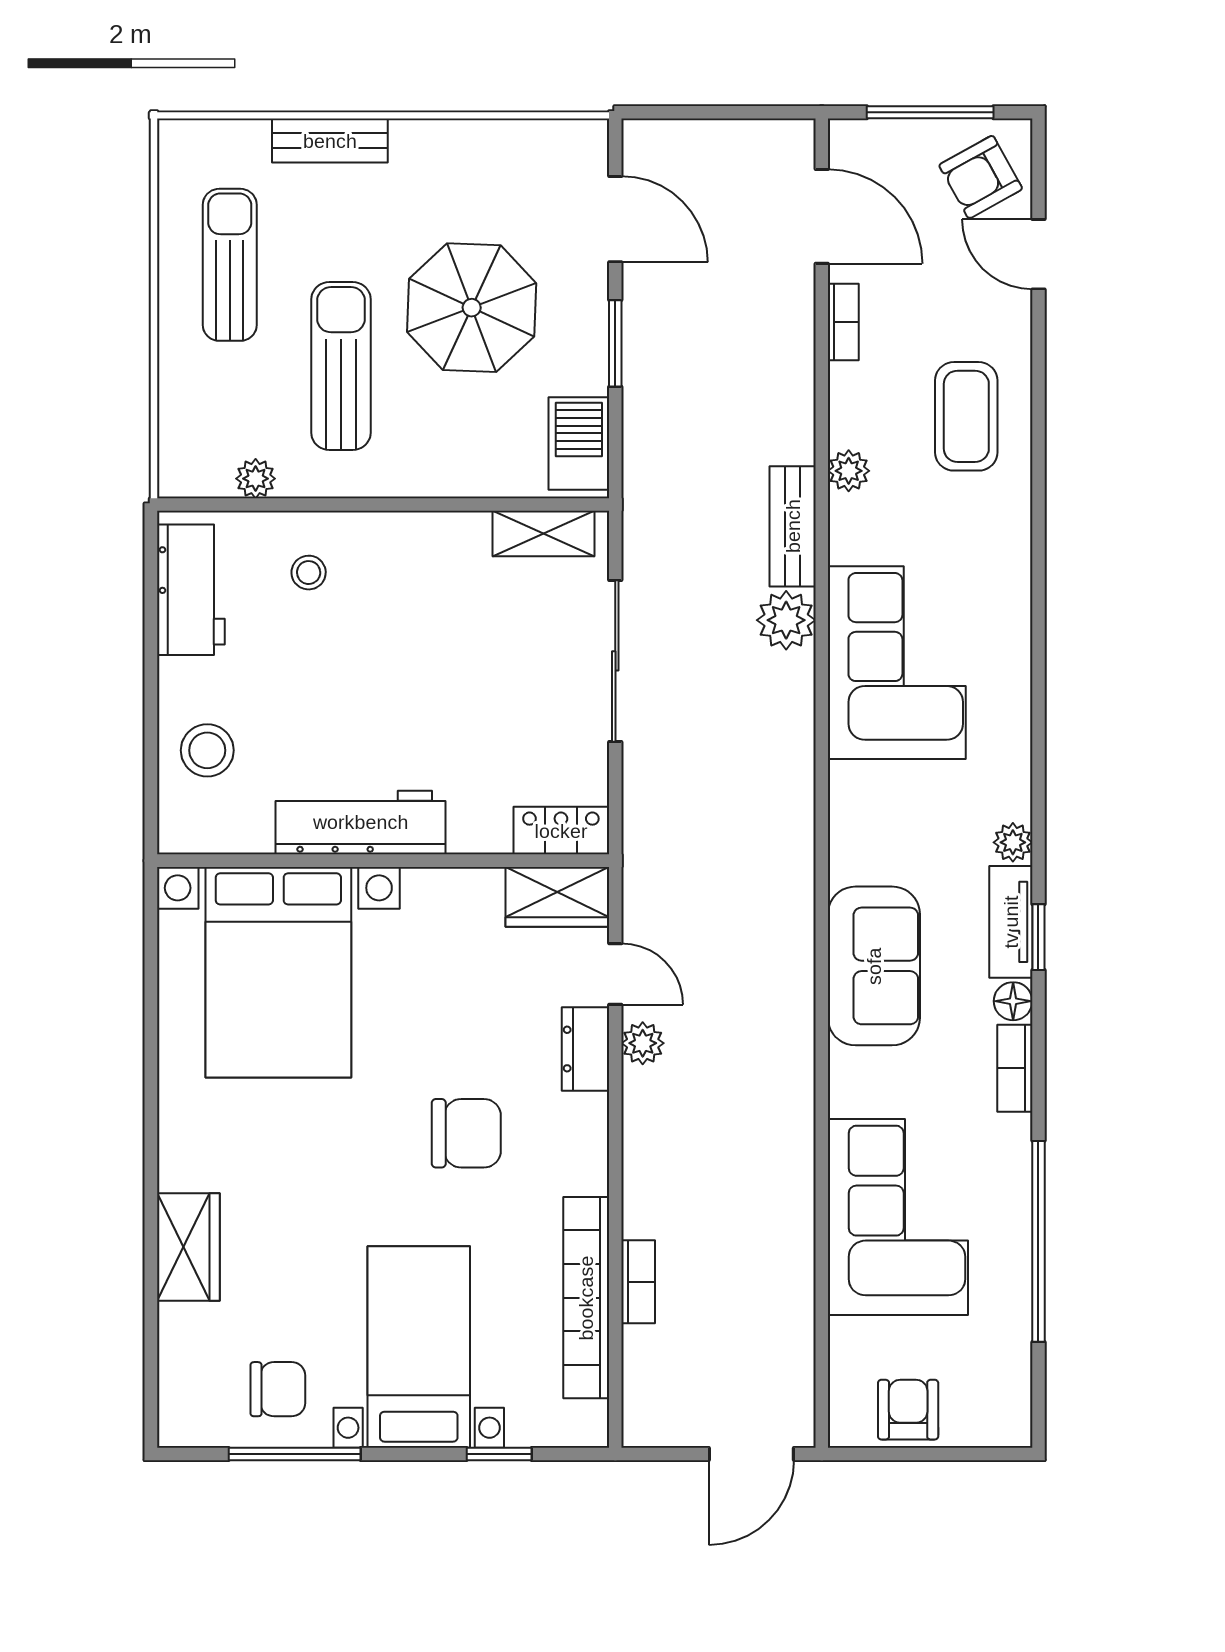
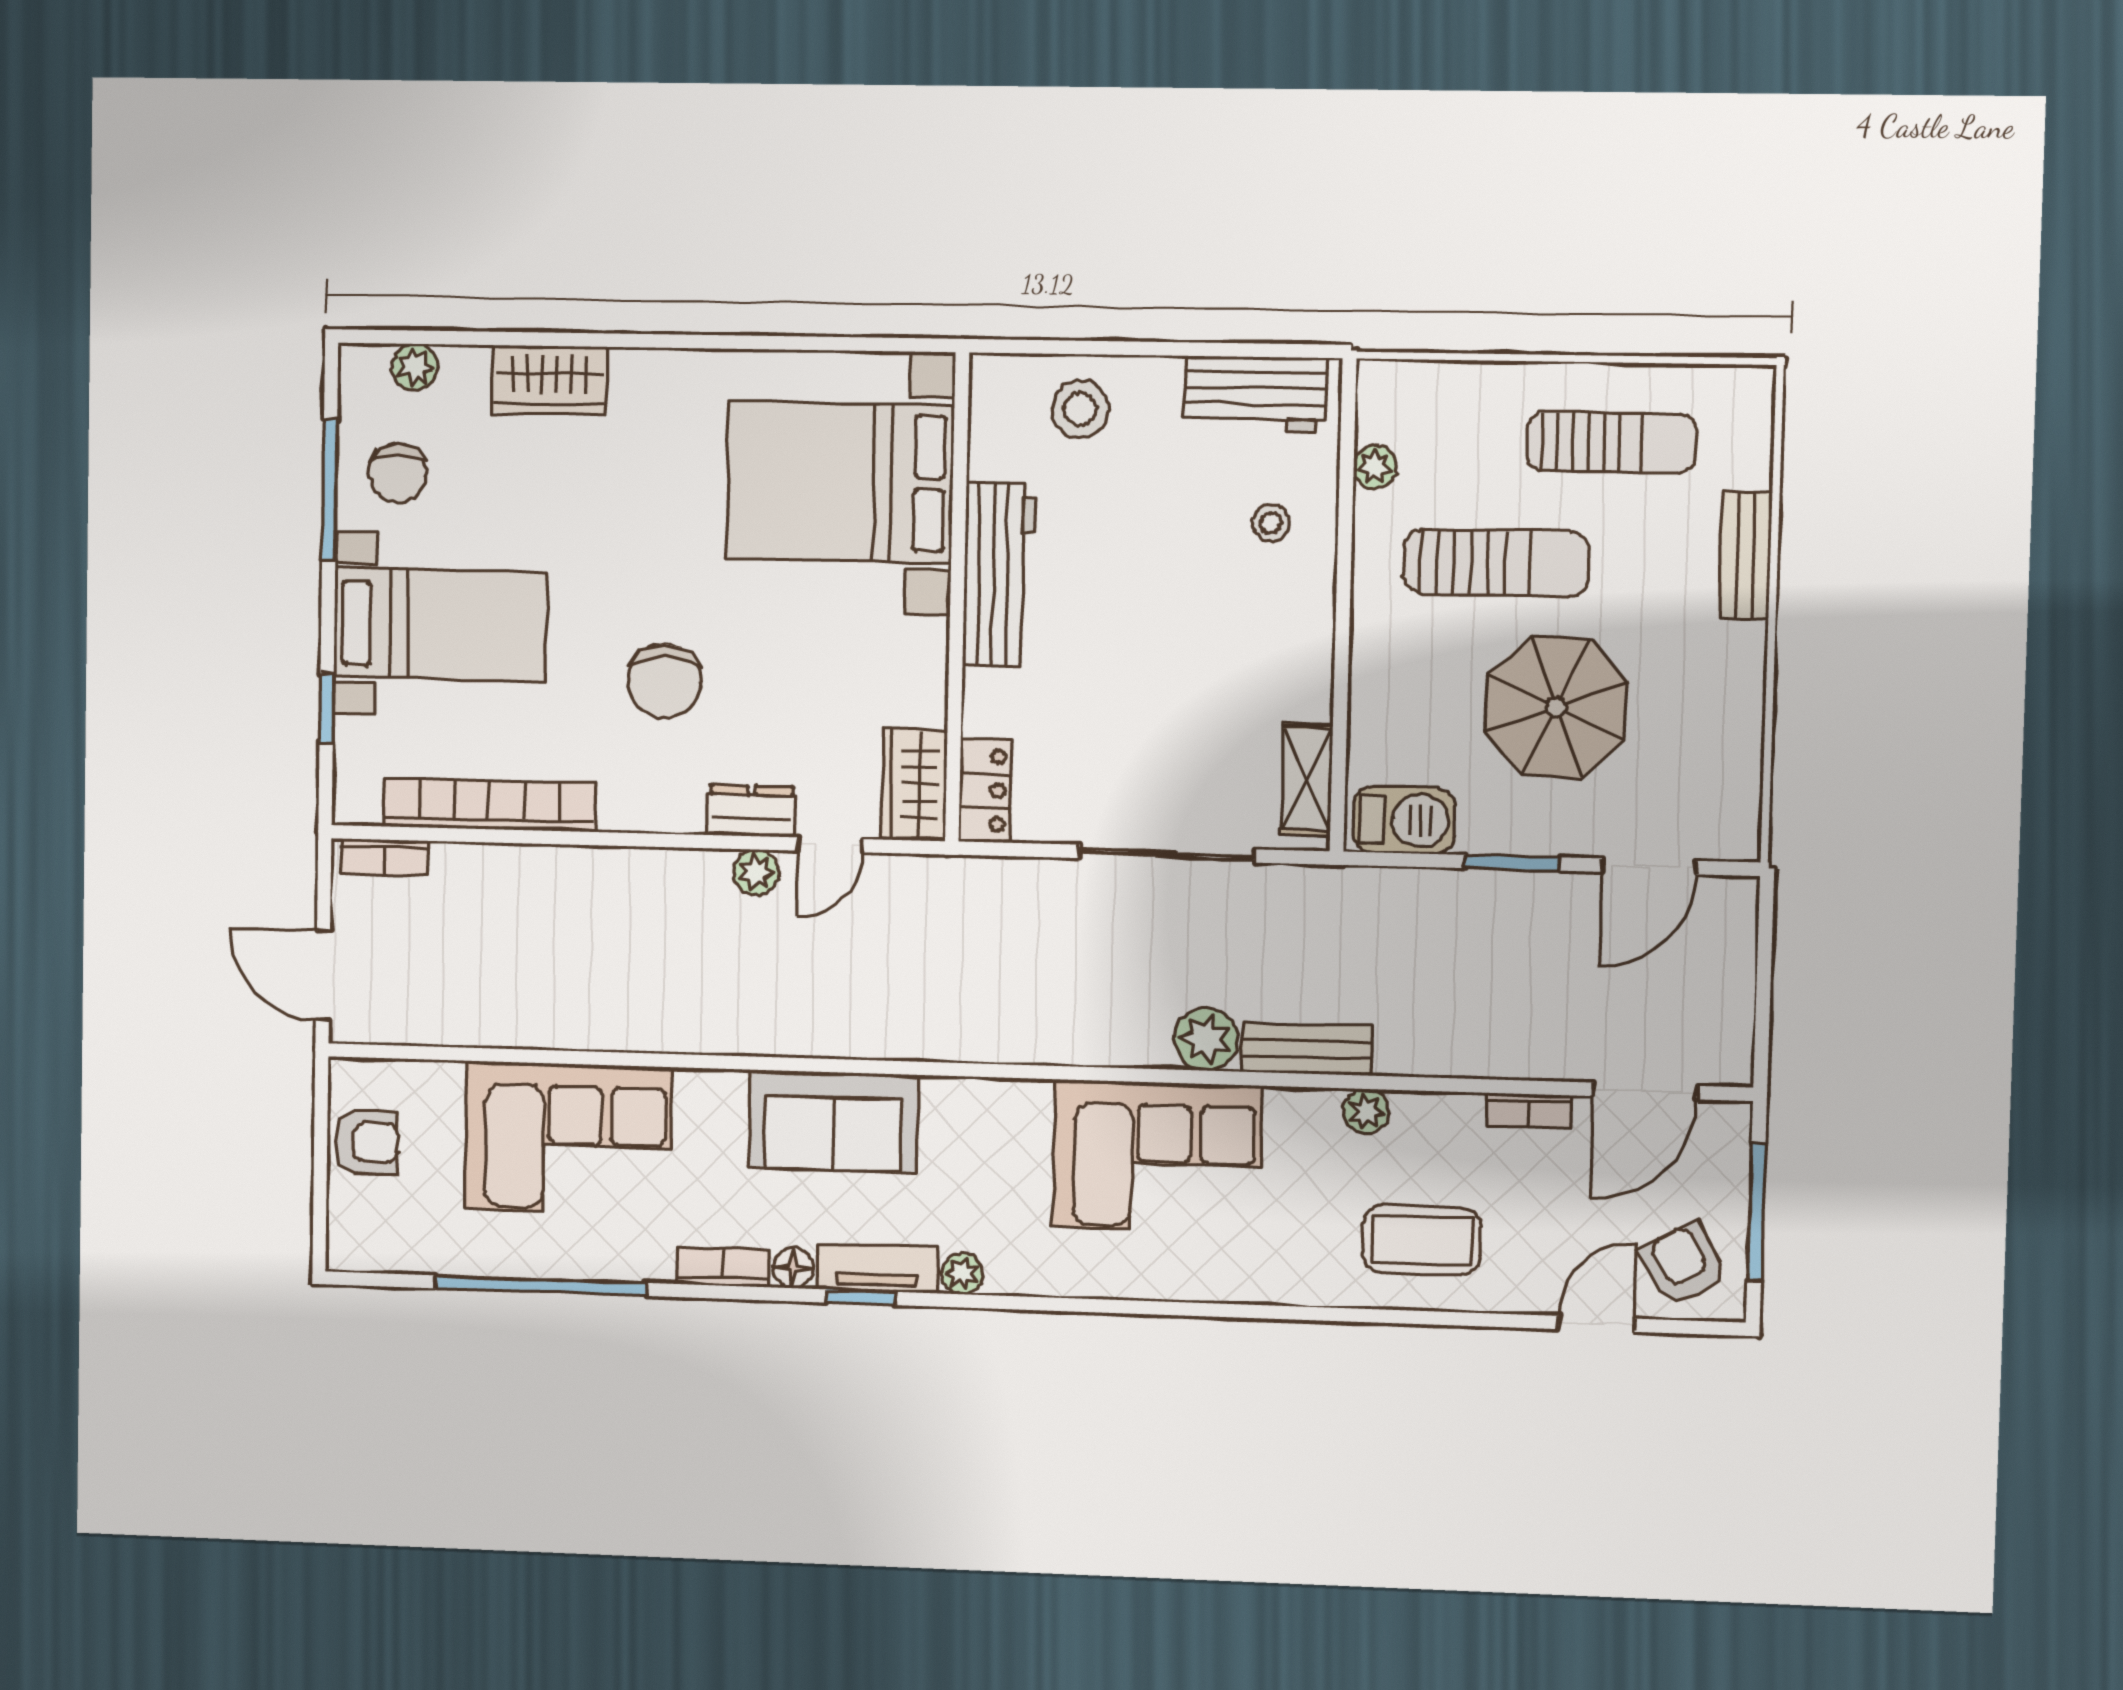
bookcase: (638, 1282) -> (384, 857), moved
plant: (179, 1374) -> (415, 367), added

